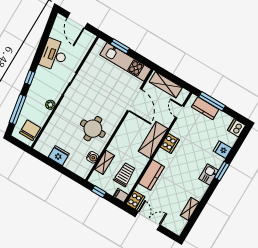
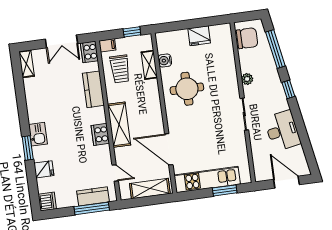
chair: (30, 130) -> (247, 38), turned -90
shelving: (190, 209) -> (26, 64), moved

